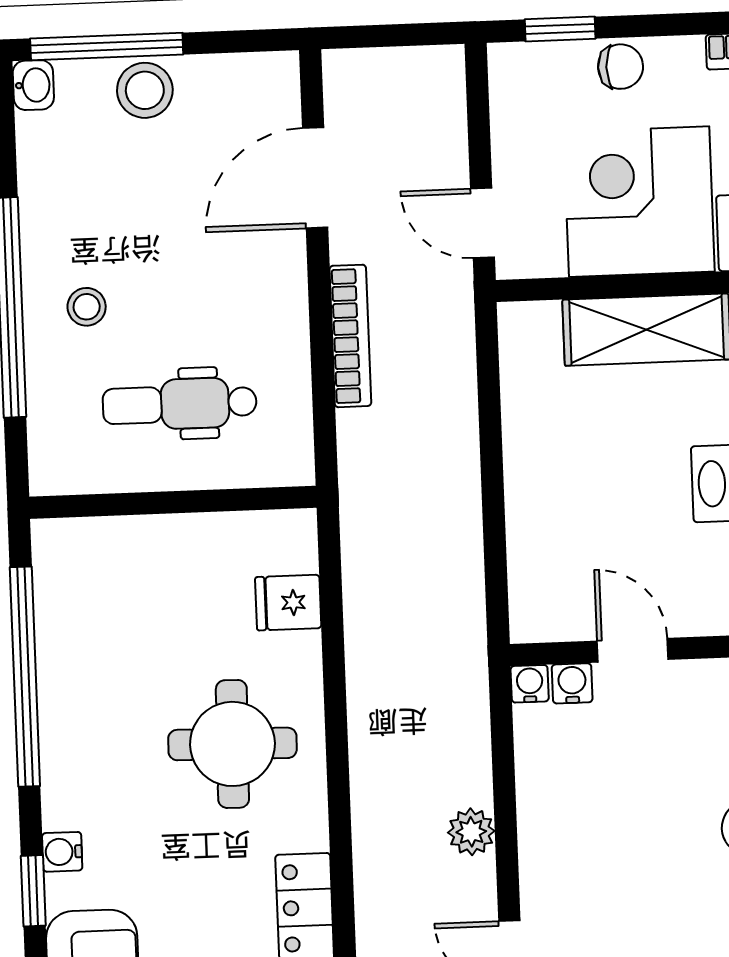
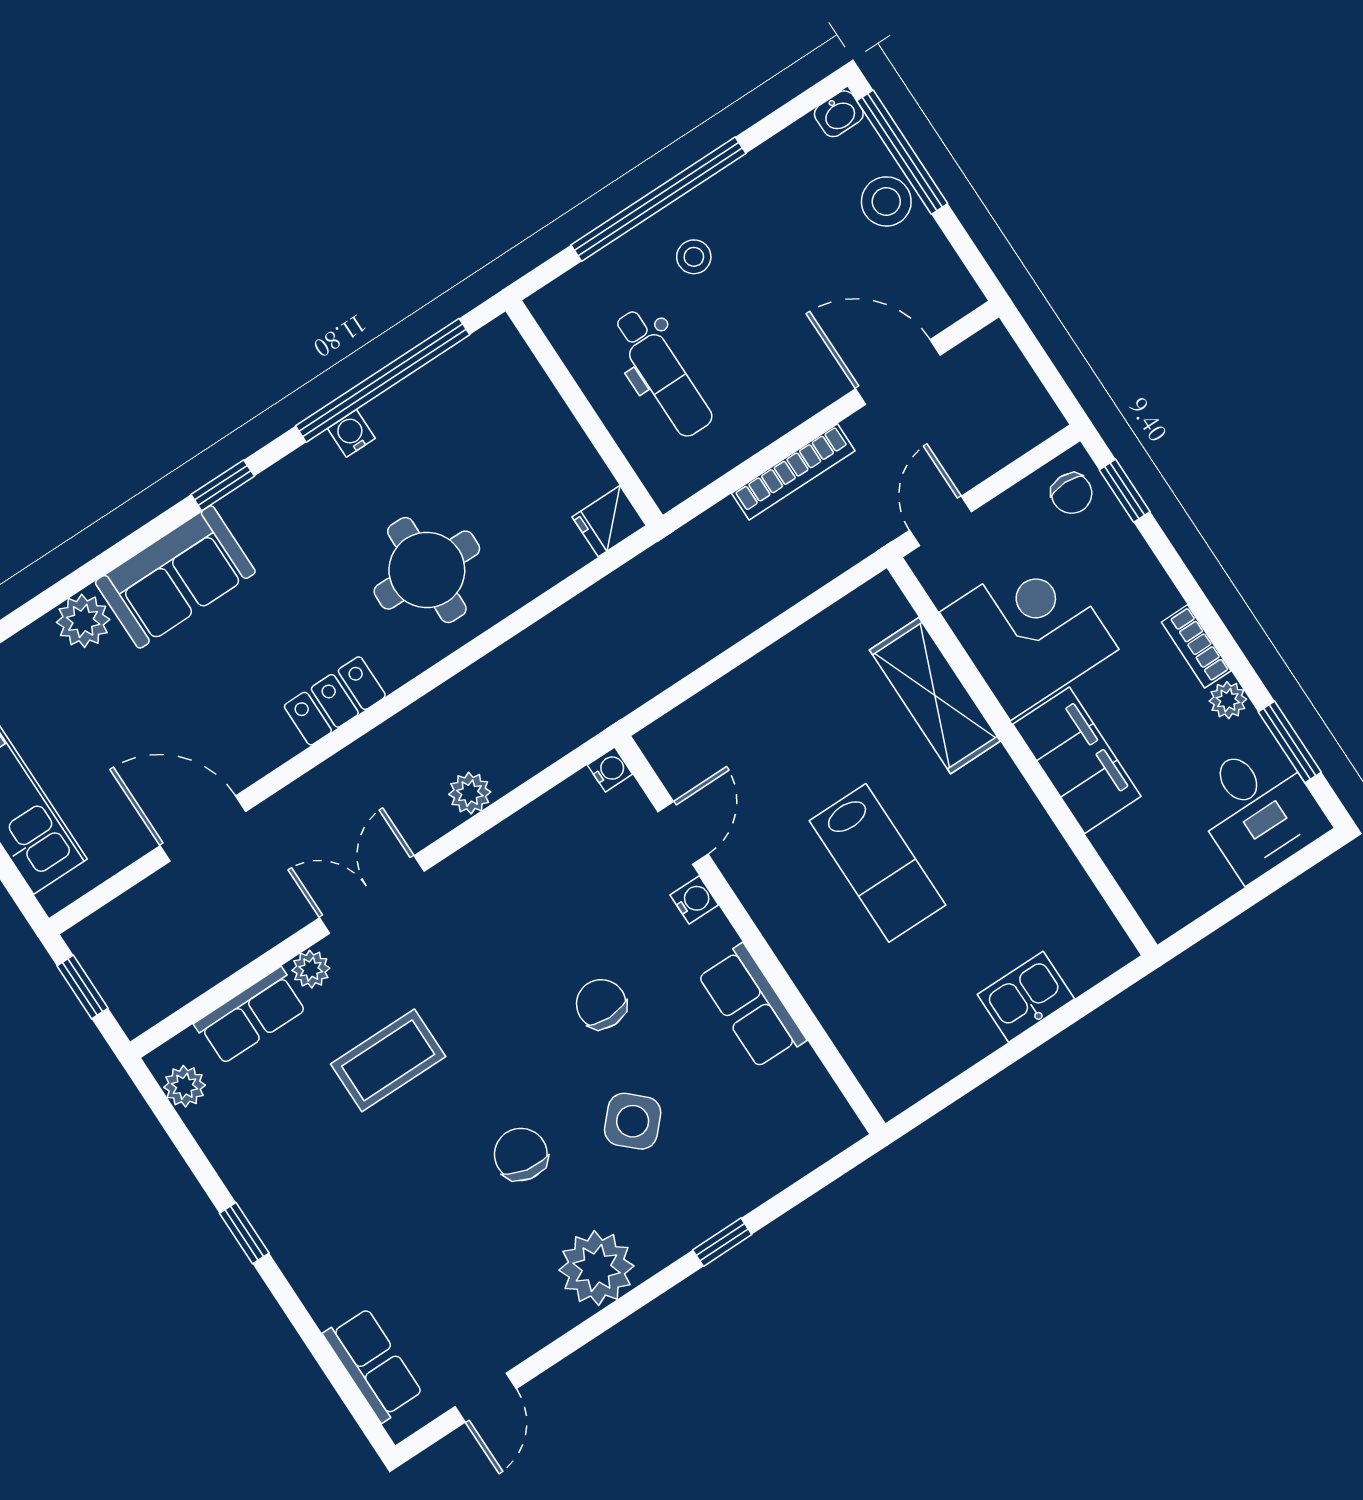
chair: (621, 67) -> (1072, 493), moved
dental chair: (180, 404) -> (662, 373), turned 180
fridge: (288, 603) -> (609, 521), moved, turned -90
water cooler: (572, 683) -> (694, 900), moved
water cooler: (62, 852) -> (351, 433), moved

